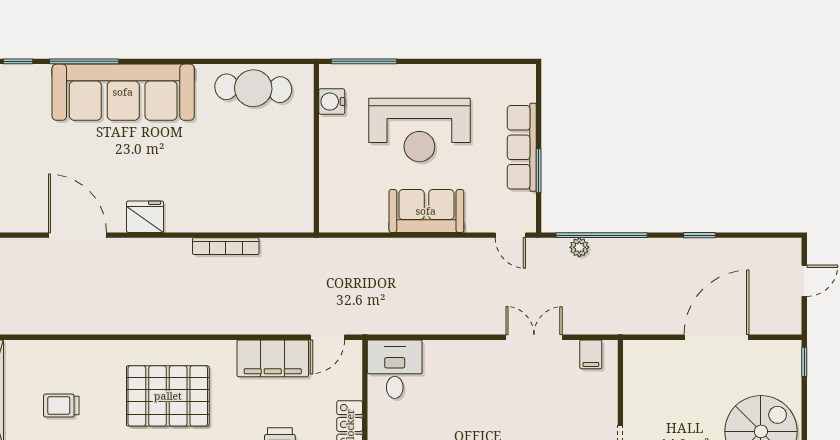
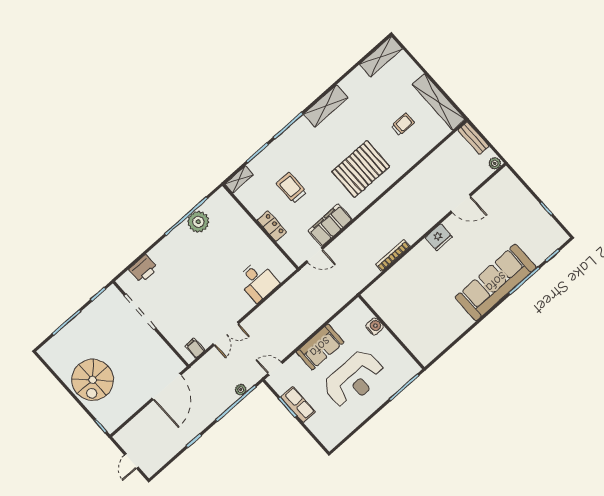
cafe table: (253, 88) -> (441, 334), removed
water cooler: (332, 102) -> (375, 326), moved
reception desk: (419, 130) -> (354, 379), turned 180
row of seats: (522, 147) -> (298, 404), width x0.68
door: (77, 235) -> (461, 204), width x0.73
door: (328, 337) -> (314, 255), swing flipped
door: (716, 337) -> (166, 386), moved
desk: (395, 369) -> (258, 281), moved

